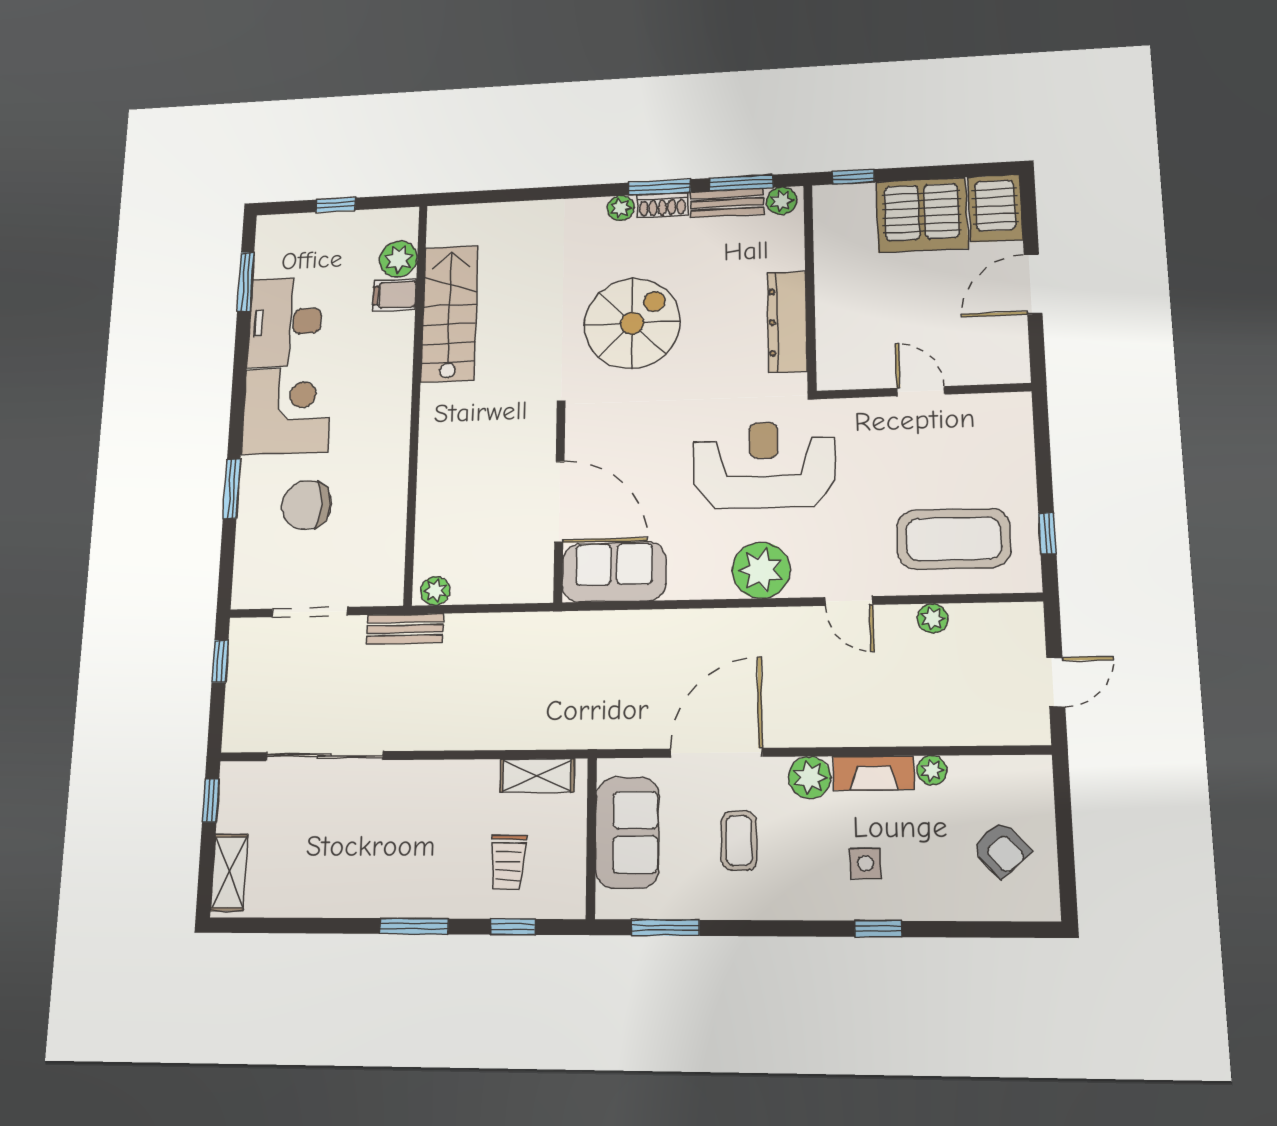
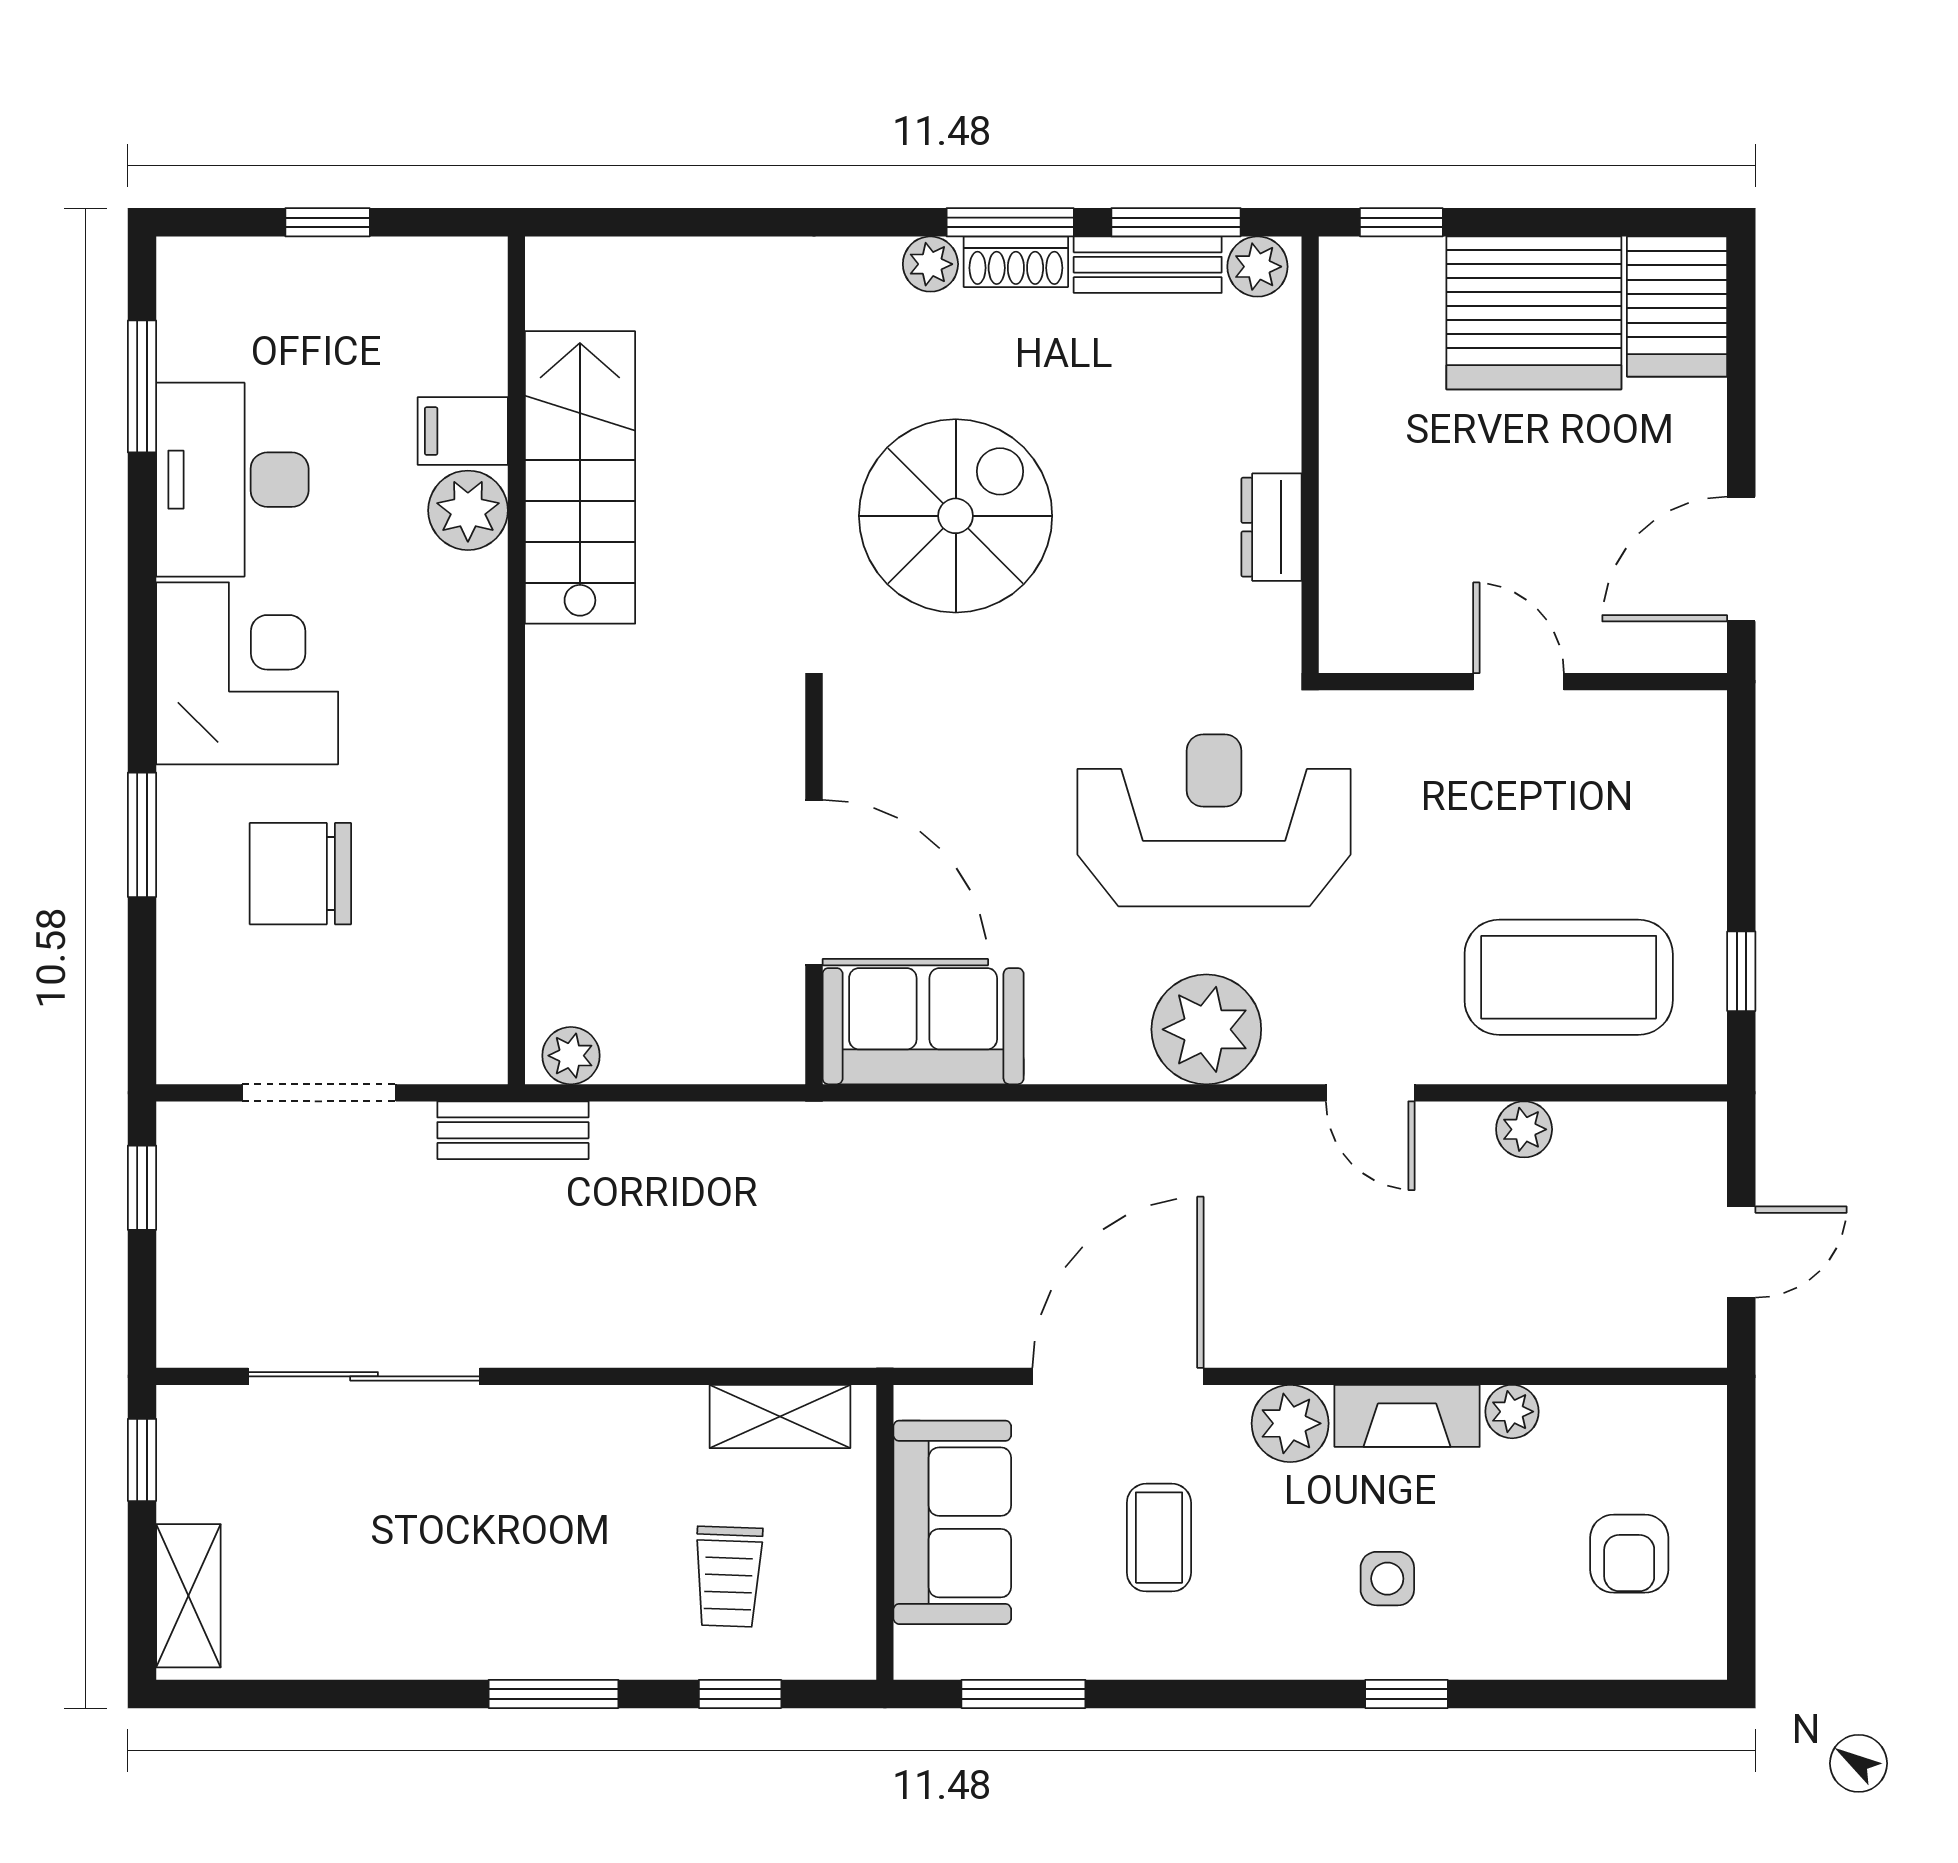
plant: (398, 259) -> (468, 510), moved
door: (1033, 284) -> (1741, 559), moved
dresser: (787, 322) -> (1272, 527), width x0.51, depth x0.80
armchair: (1001, 849) -> (1629, 1554), turned 41

